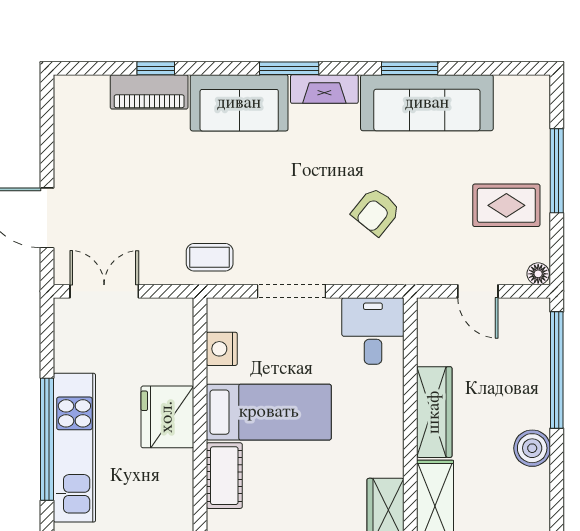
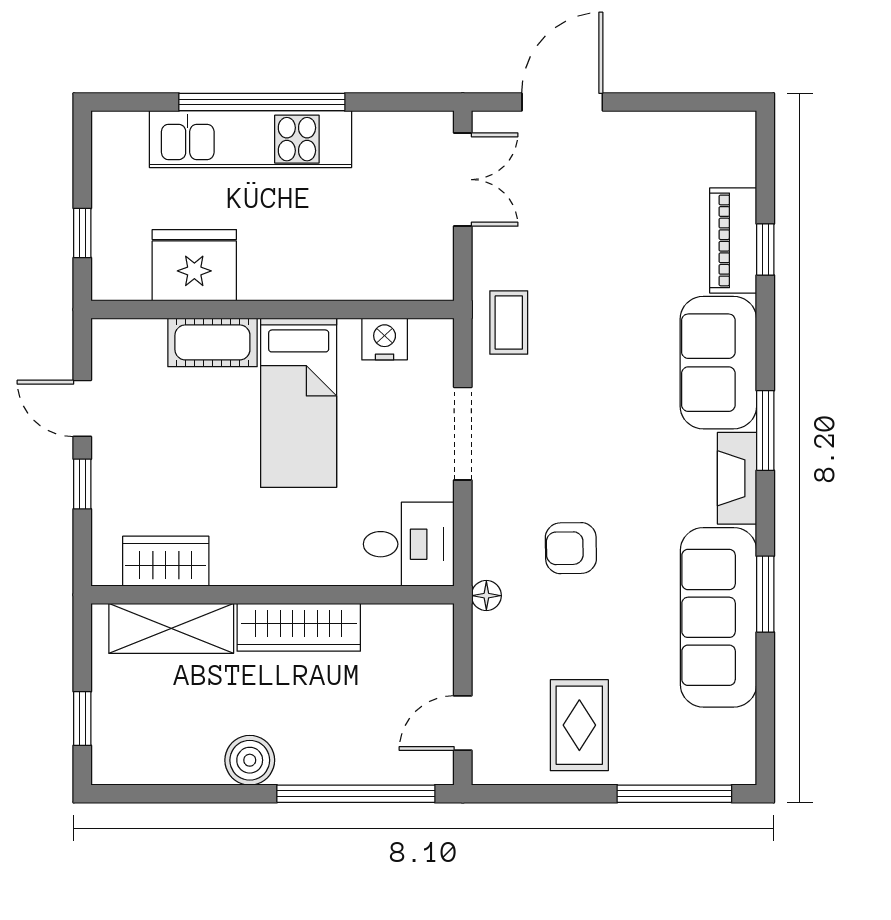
window: (557, 171) -> (674, 794), moved
armchair: (376, 212) -> (571, 548), turned -40
floor lamp: (538, 274) -> (486, 596), moved
door: (478, 291) -> (463, 723), moved
fridge: (167, 417) -> (194, 265), moved

